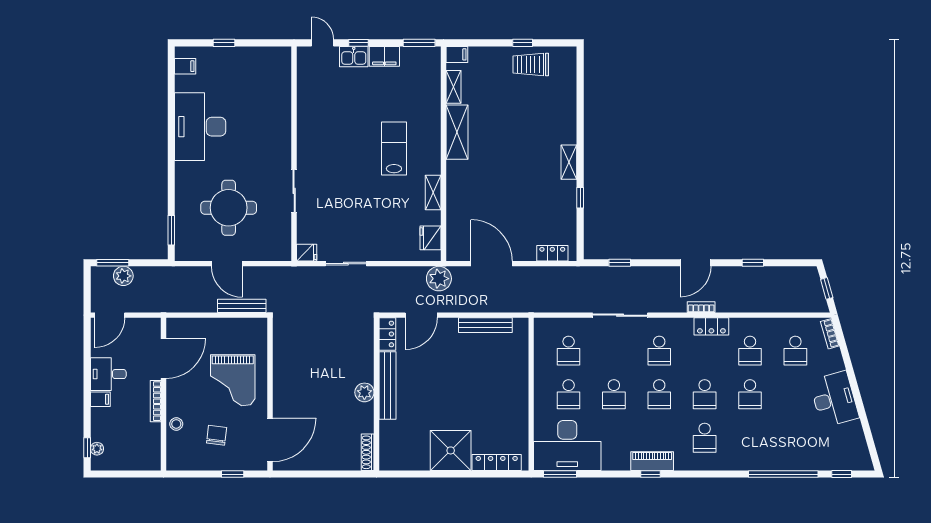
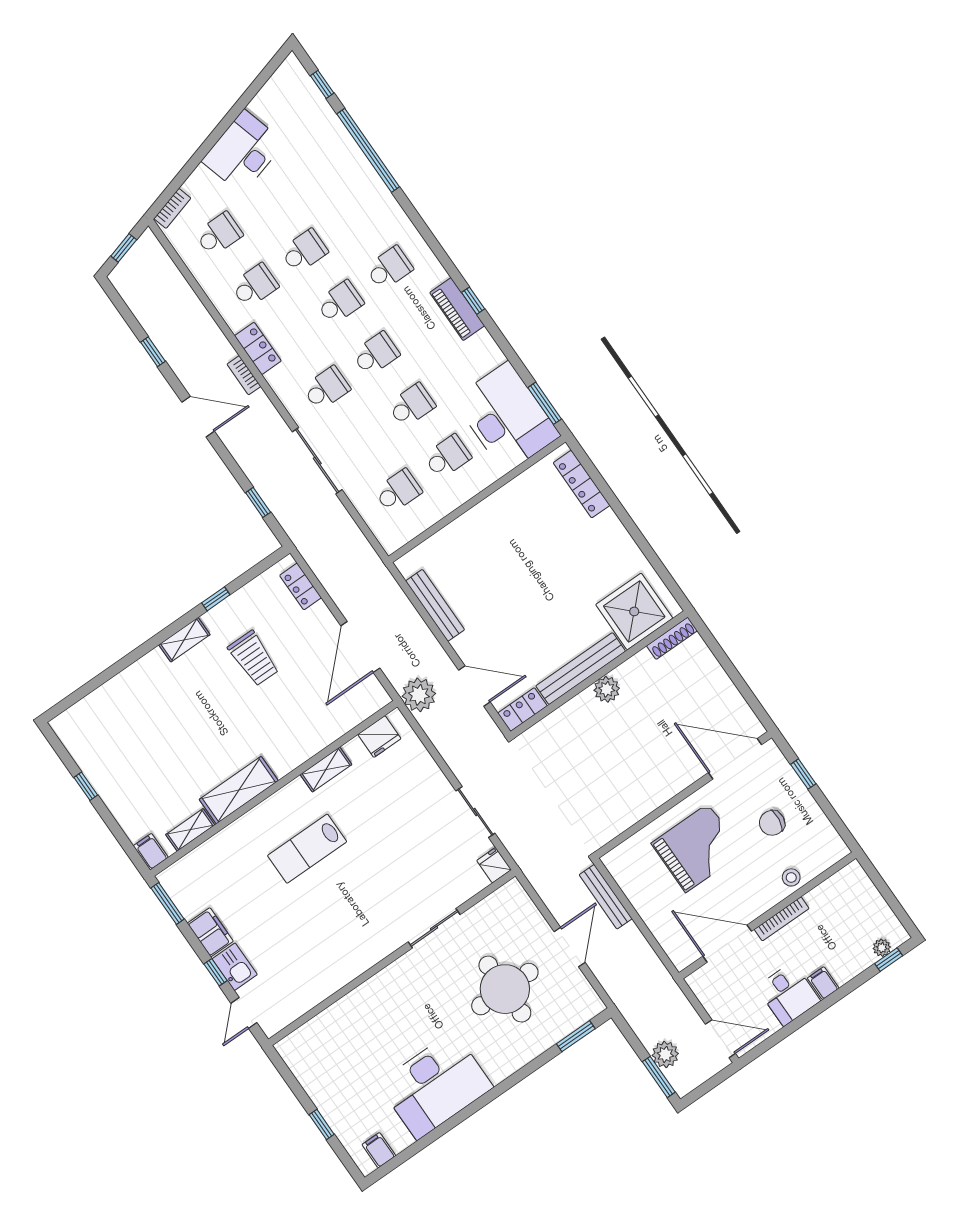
trolley: (531, 65) -> (254, 658), moved
shower: (451, 450) -> (634, 611), moved

